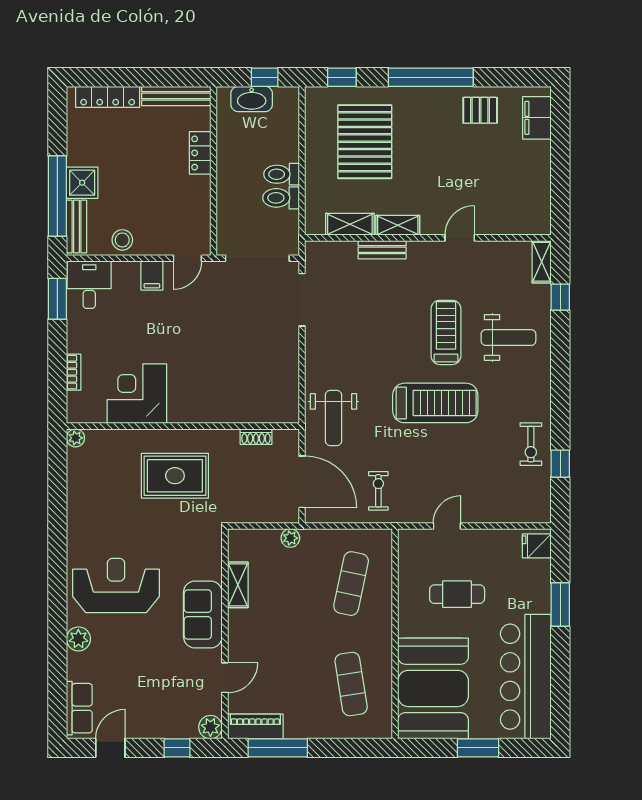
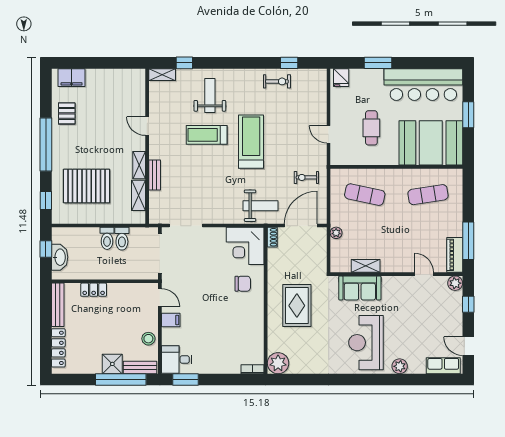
bookcase: (74, 372) -> (253, 369), moved
chair: (210, 390) -> (243, 284), added
corner desk: (137, 394) -> (245, 246), moved
shoe rack: (256, 437) -> (272, 237), moved
plant: (75, 438) -> (278, 363), width x1.87, depth x1.87
sofa: (203, 615) -> (360, 288), moved

